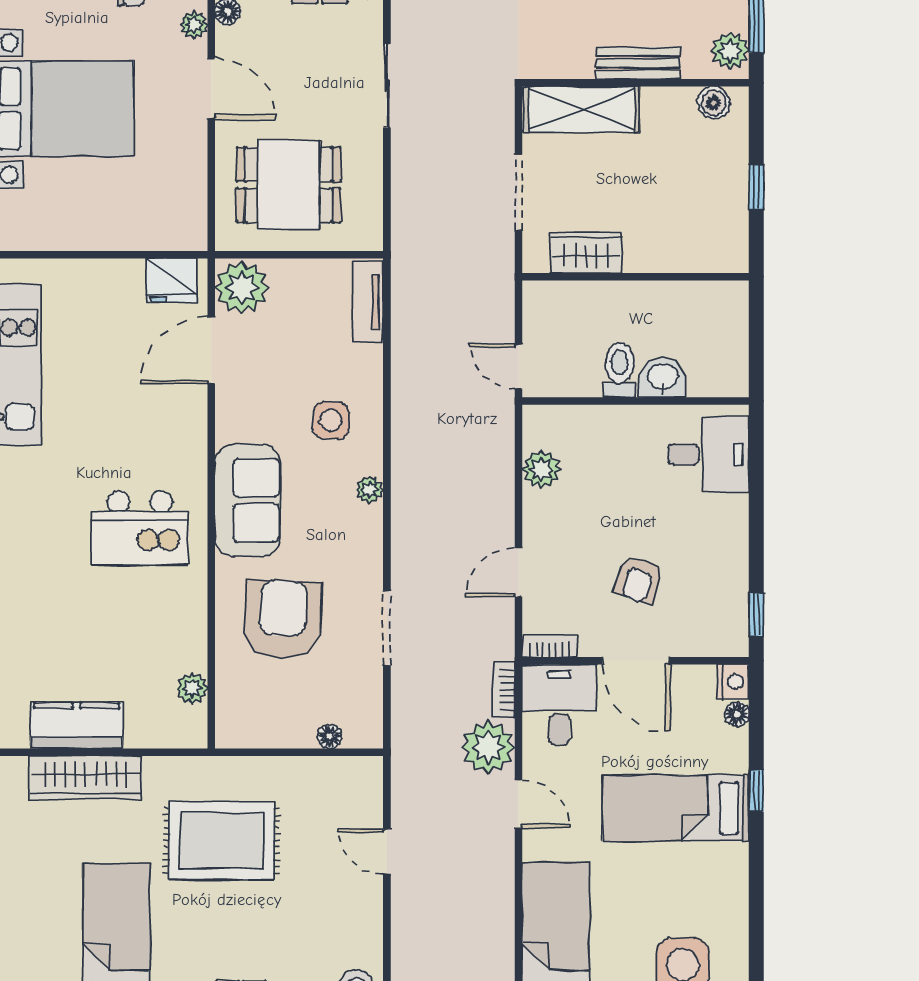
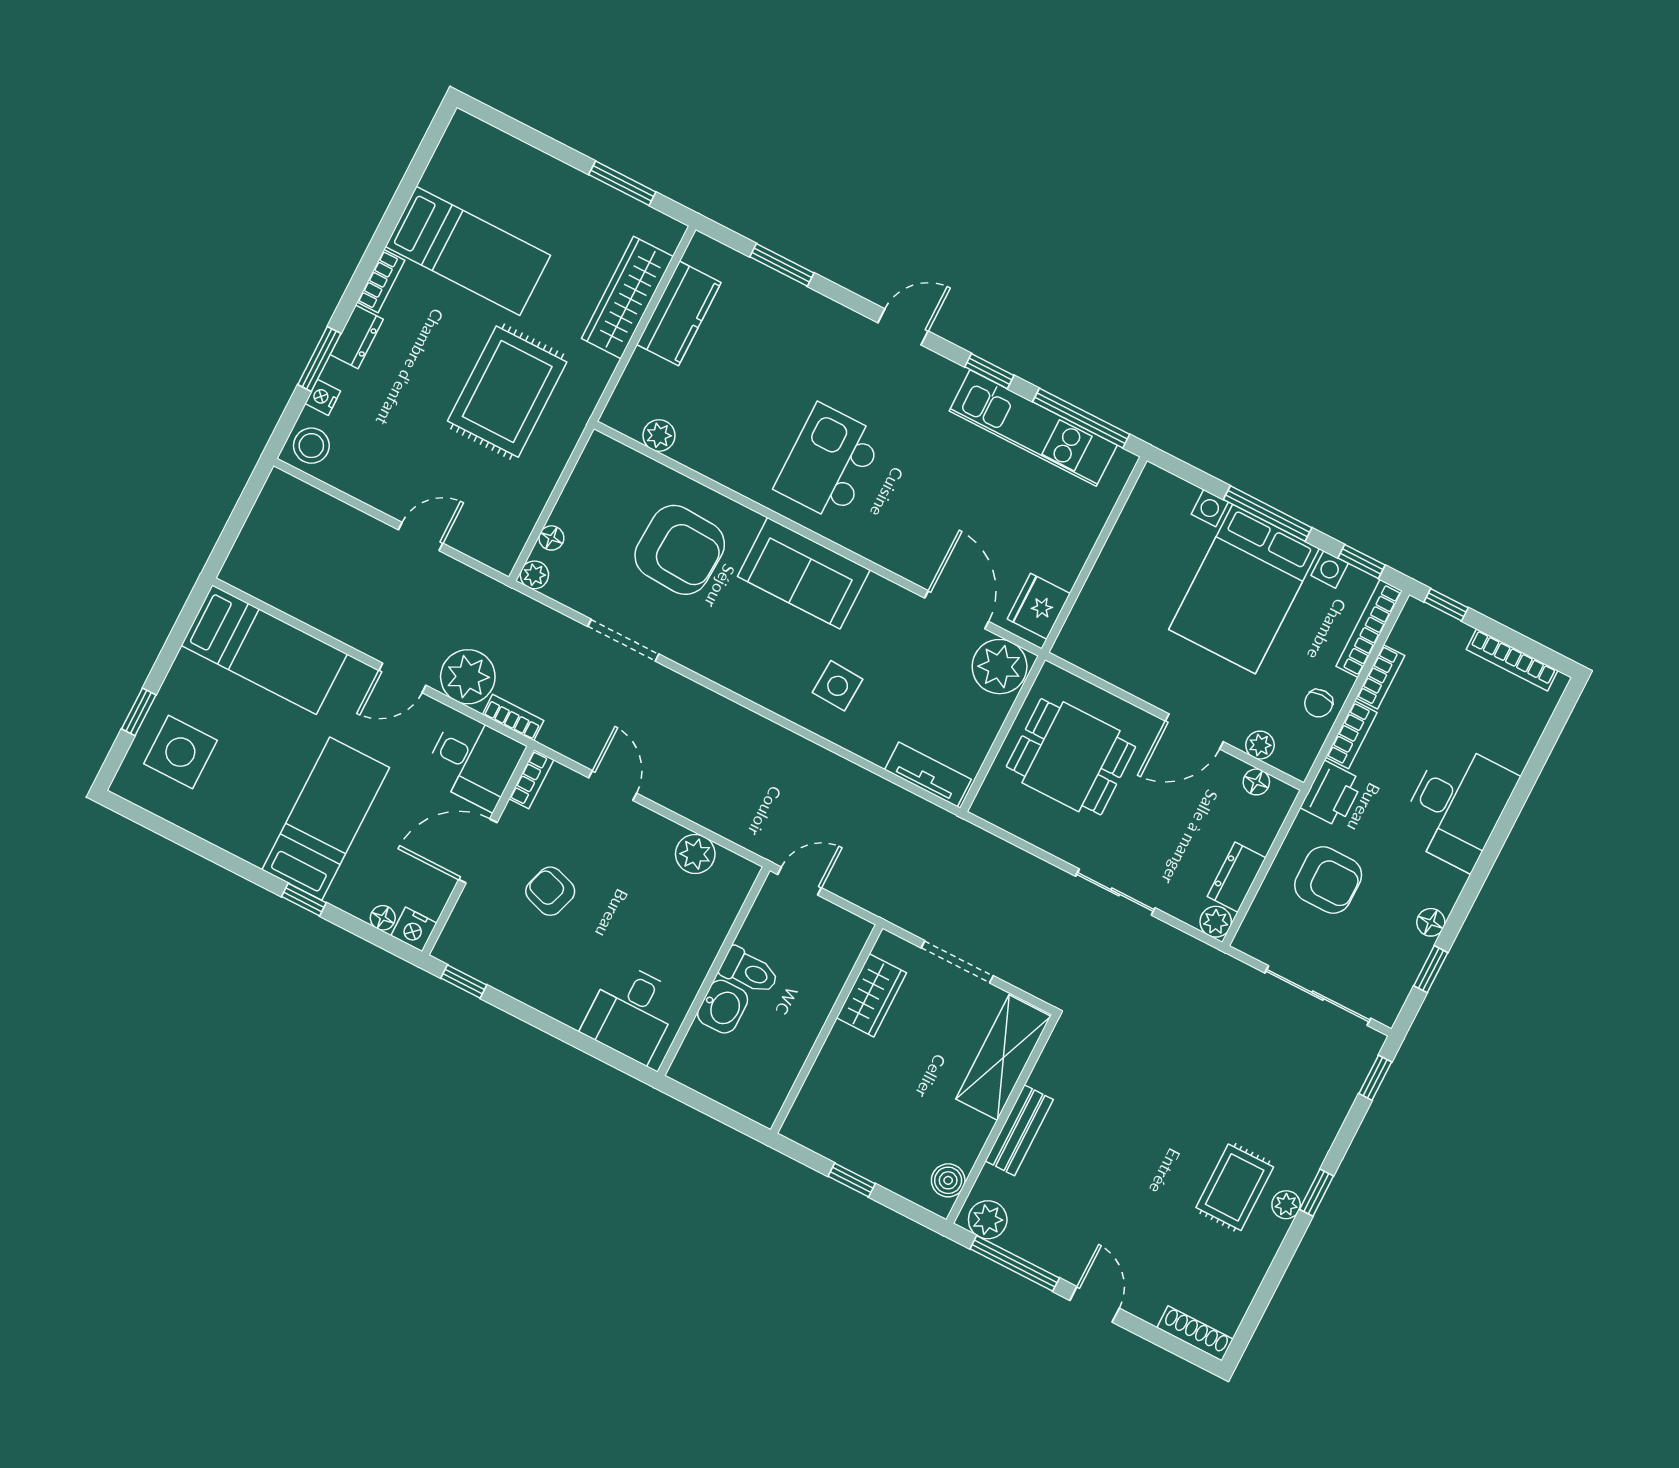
dining table: (289, 185) -> (1071, 757), turned 90
plant: (369, 490) -> (534, 575), moved

